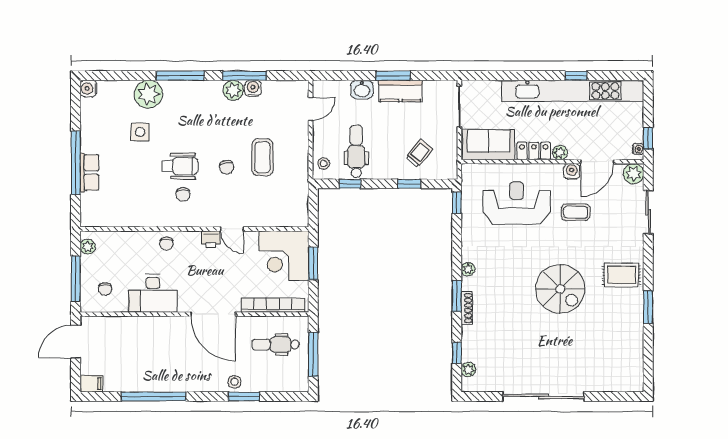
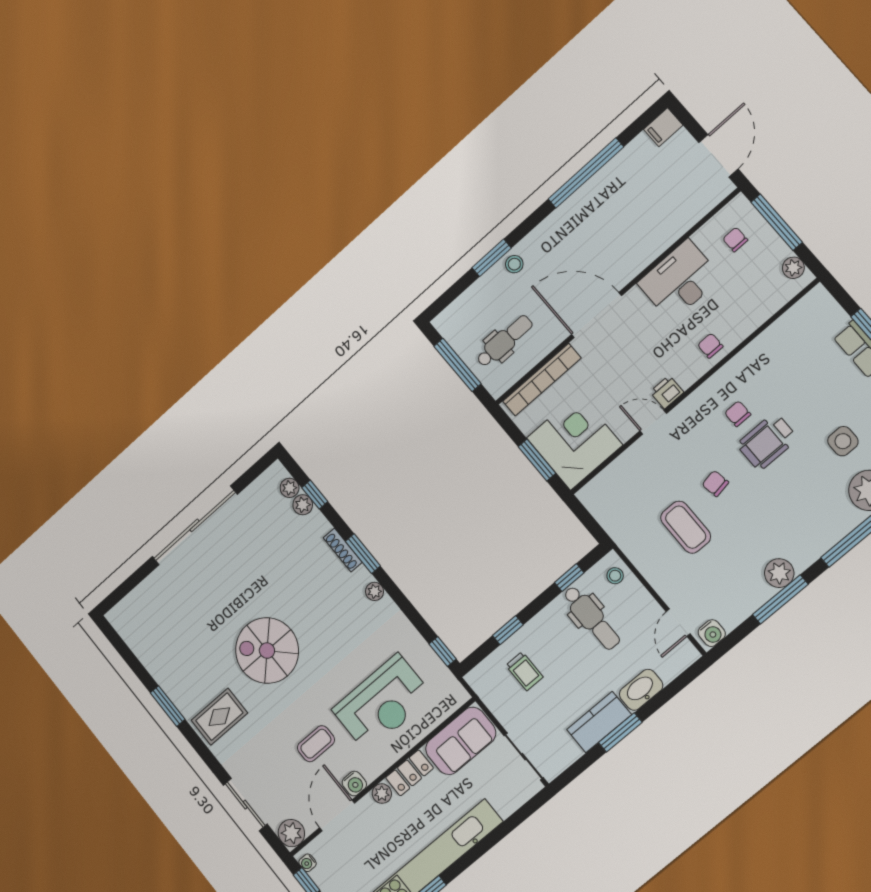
water cooler: (253, 88) -> (712, 633), moved
washbasin: (362, 89) -> (641, 690), width x1.38
trolley: (419, 153) -> (524, 671), turned -39
plant: (469, 353) -> (303, 505), added

